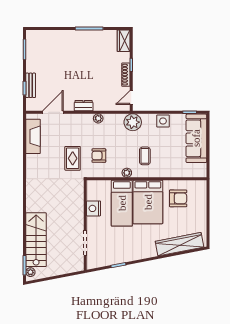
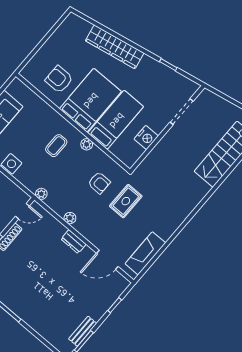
bench: (31, 85) -> (83, 331), moved
plant: (133, 122) -> (41, 194), width x0.53, depth x0.53
wardrobe: (179, 244) -> (115, 47), moved

